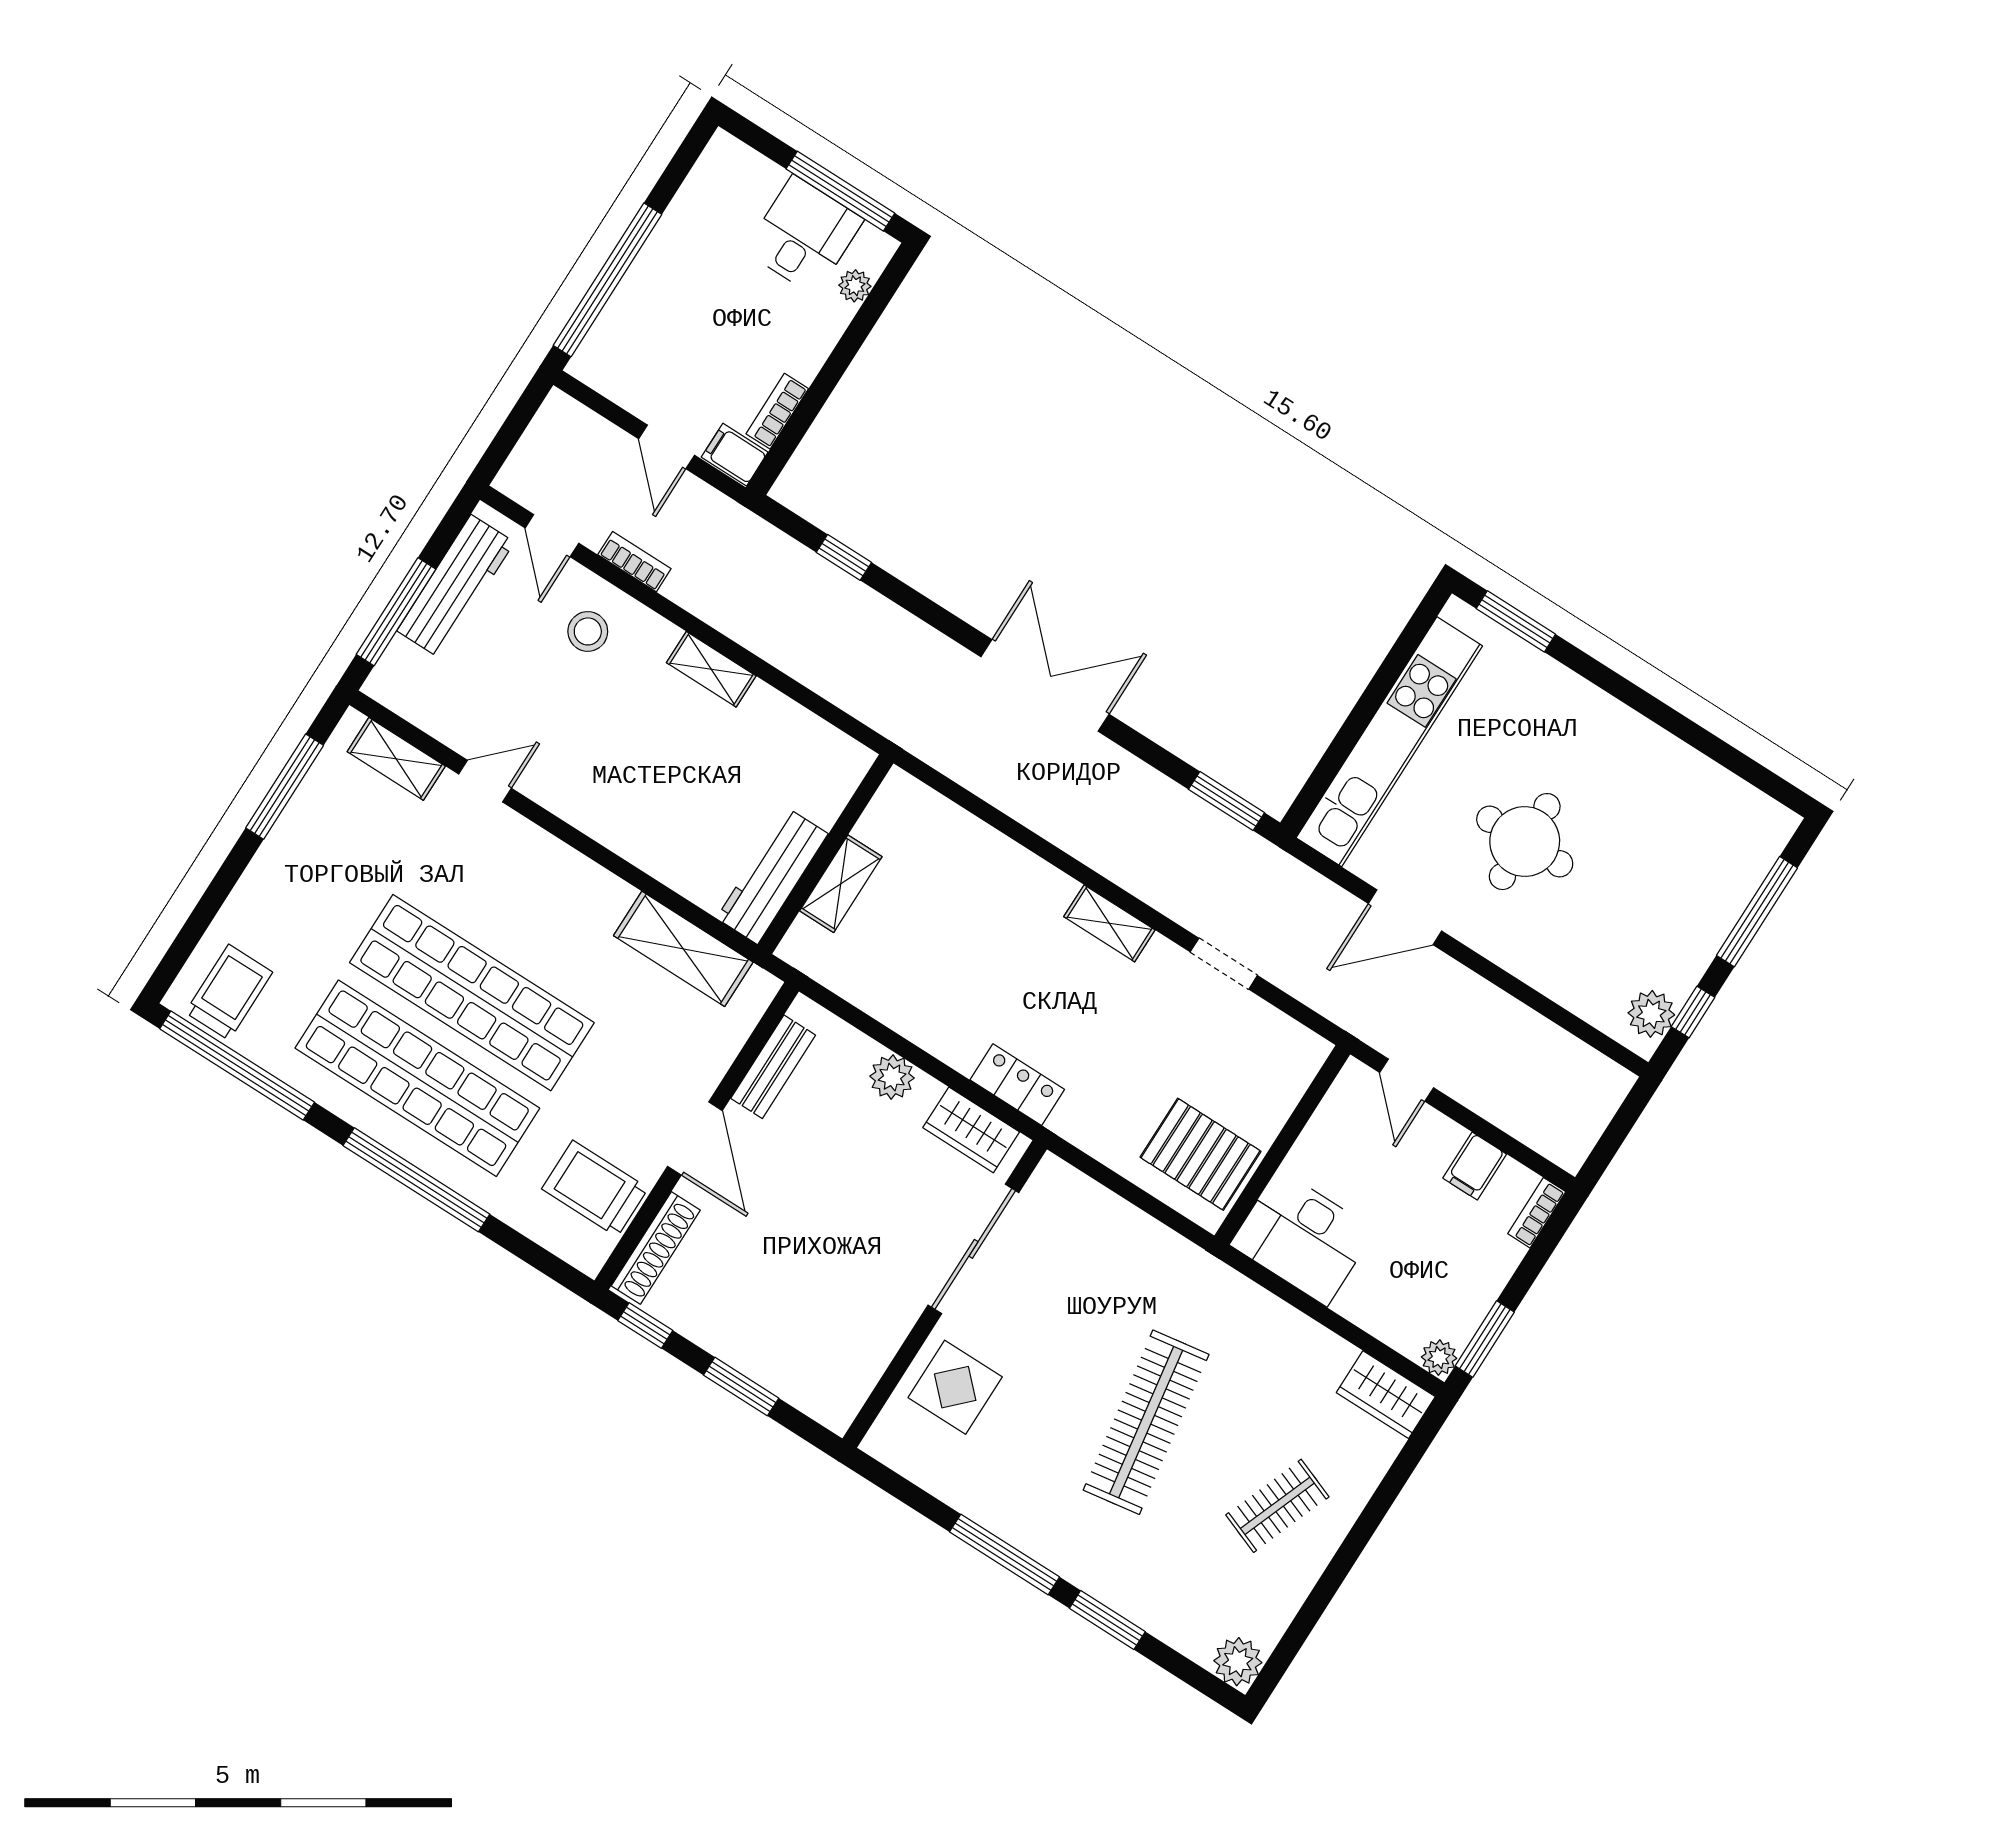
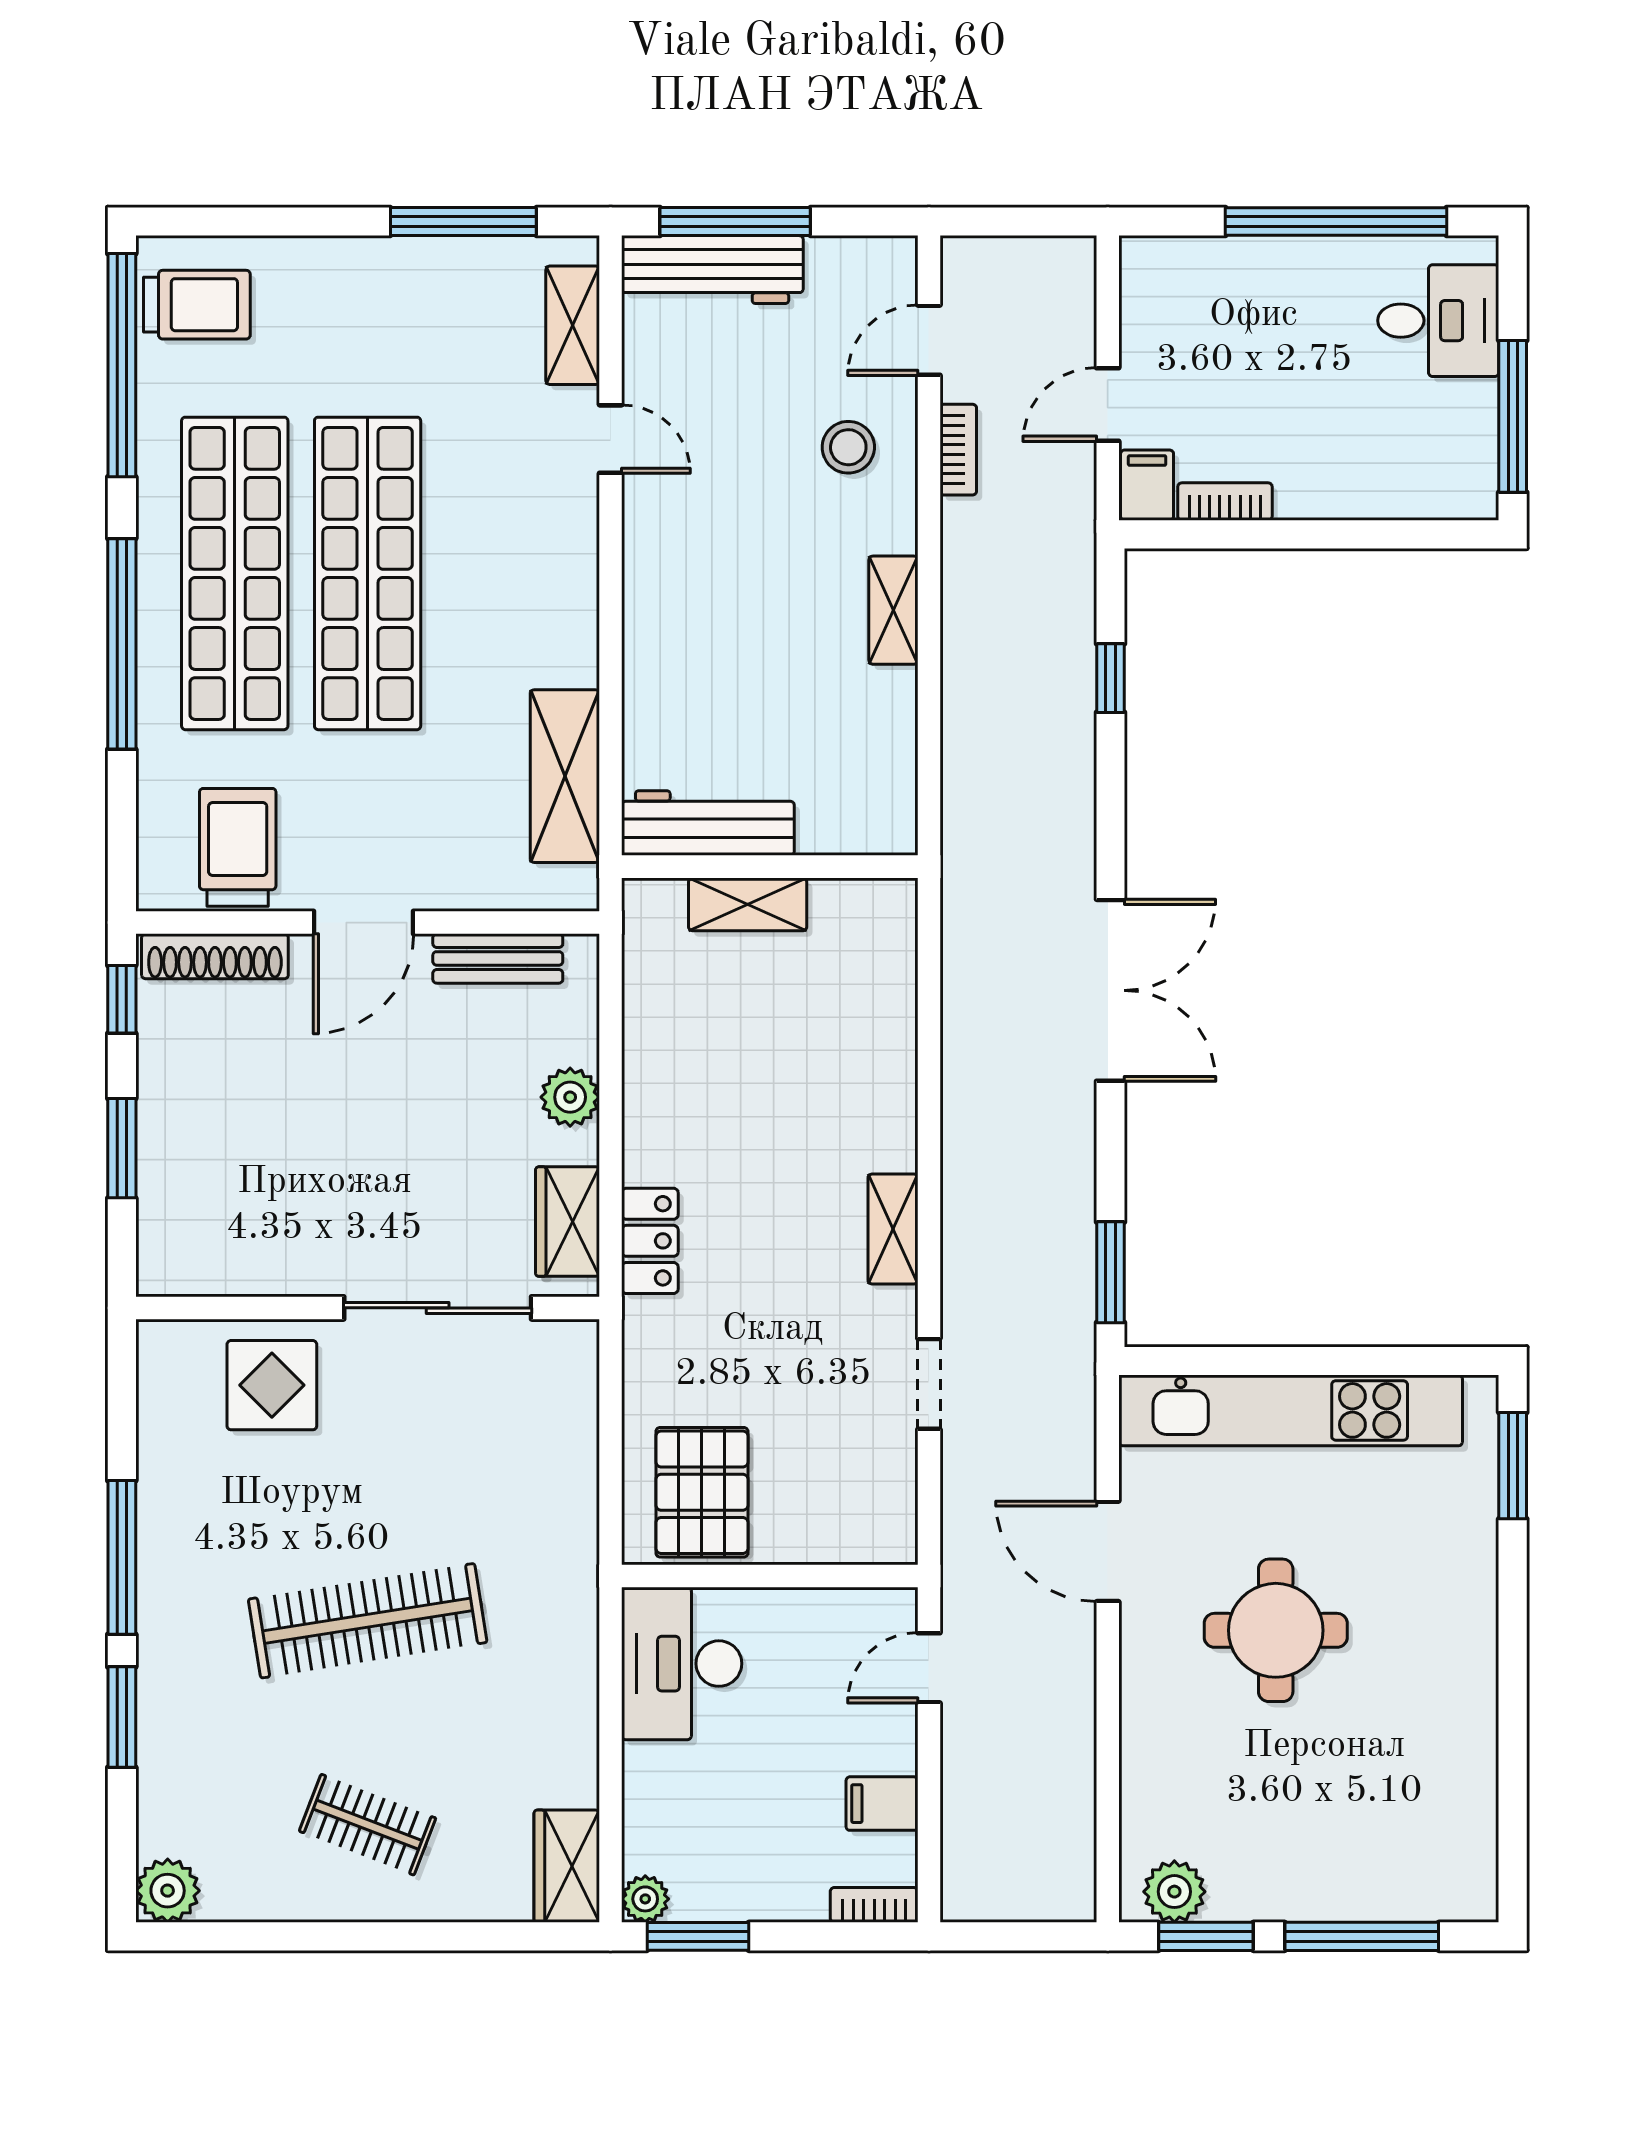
desk: (804, 235) -> (1438, 321), moved
window: (607, 280) -> (1336, 222), moved
plant: (855, 286) -> (1418, 499), removed
workbench: (456, 586) -> (712, 270), moved
window: (1693, 1012) -> (1206, 1936), width x1.50

